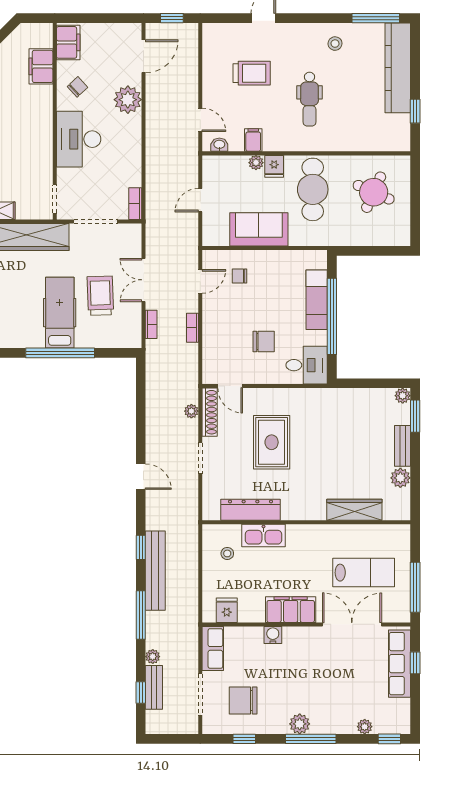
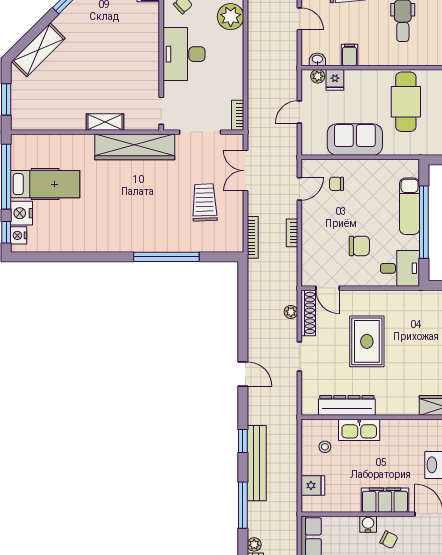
door: (200, 120) -> (299, 19), moved
plant: (256, 163) -> (318, 76), moved
fridge: (274, 166) -> (335, 80), moved
double door: (144, 280) -> (246, 171), moved
hospital bed: (60, 313) -> (166, 219), removed
bookcase: (151, 324) -> (253, 237), width x1.56
fridge: (227, 610) -> (313, 486), moved, turned 90
chair: (295, 652) -> (389, 540), added

